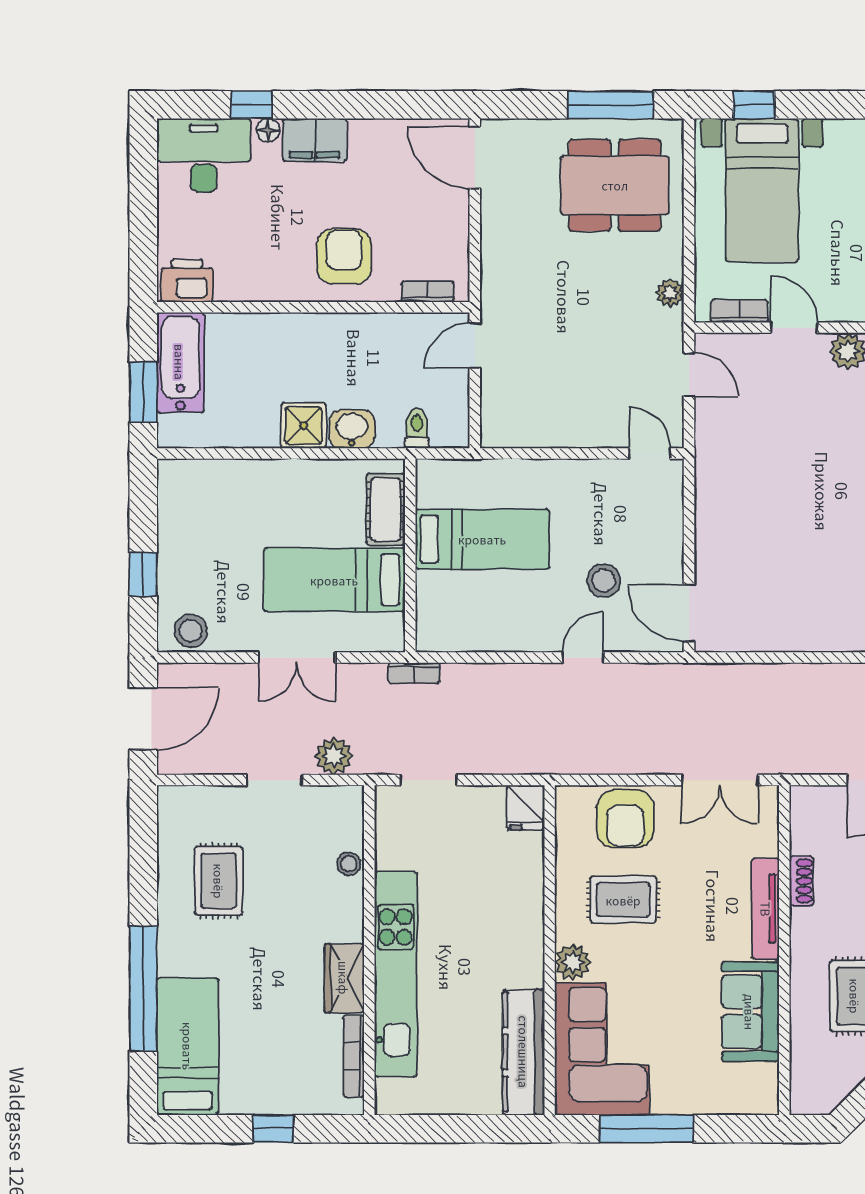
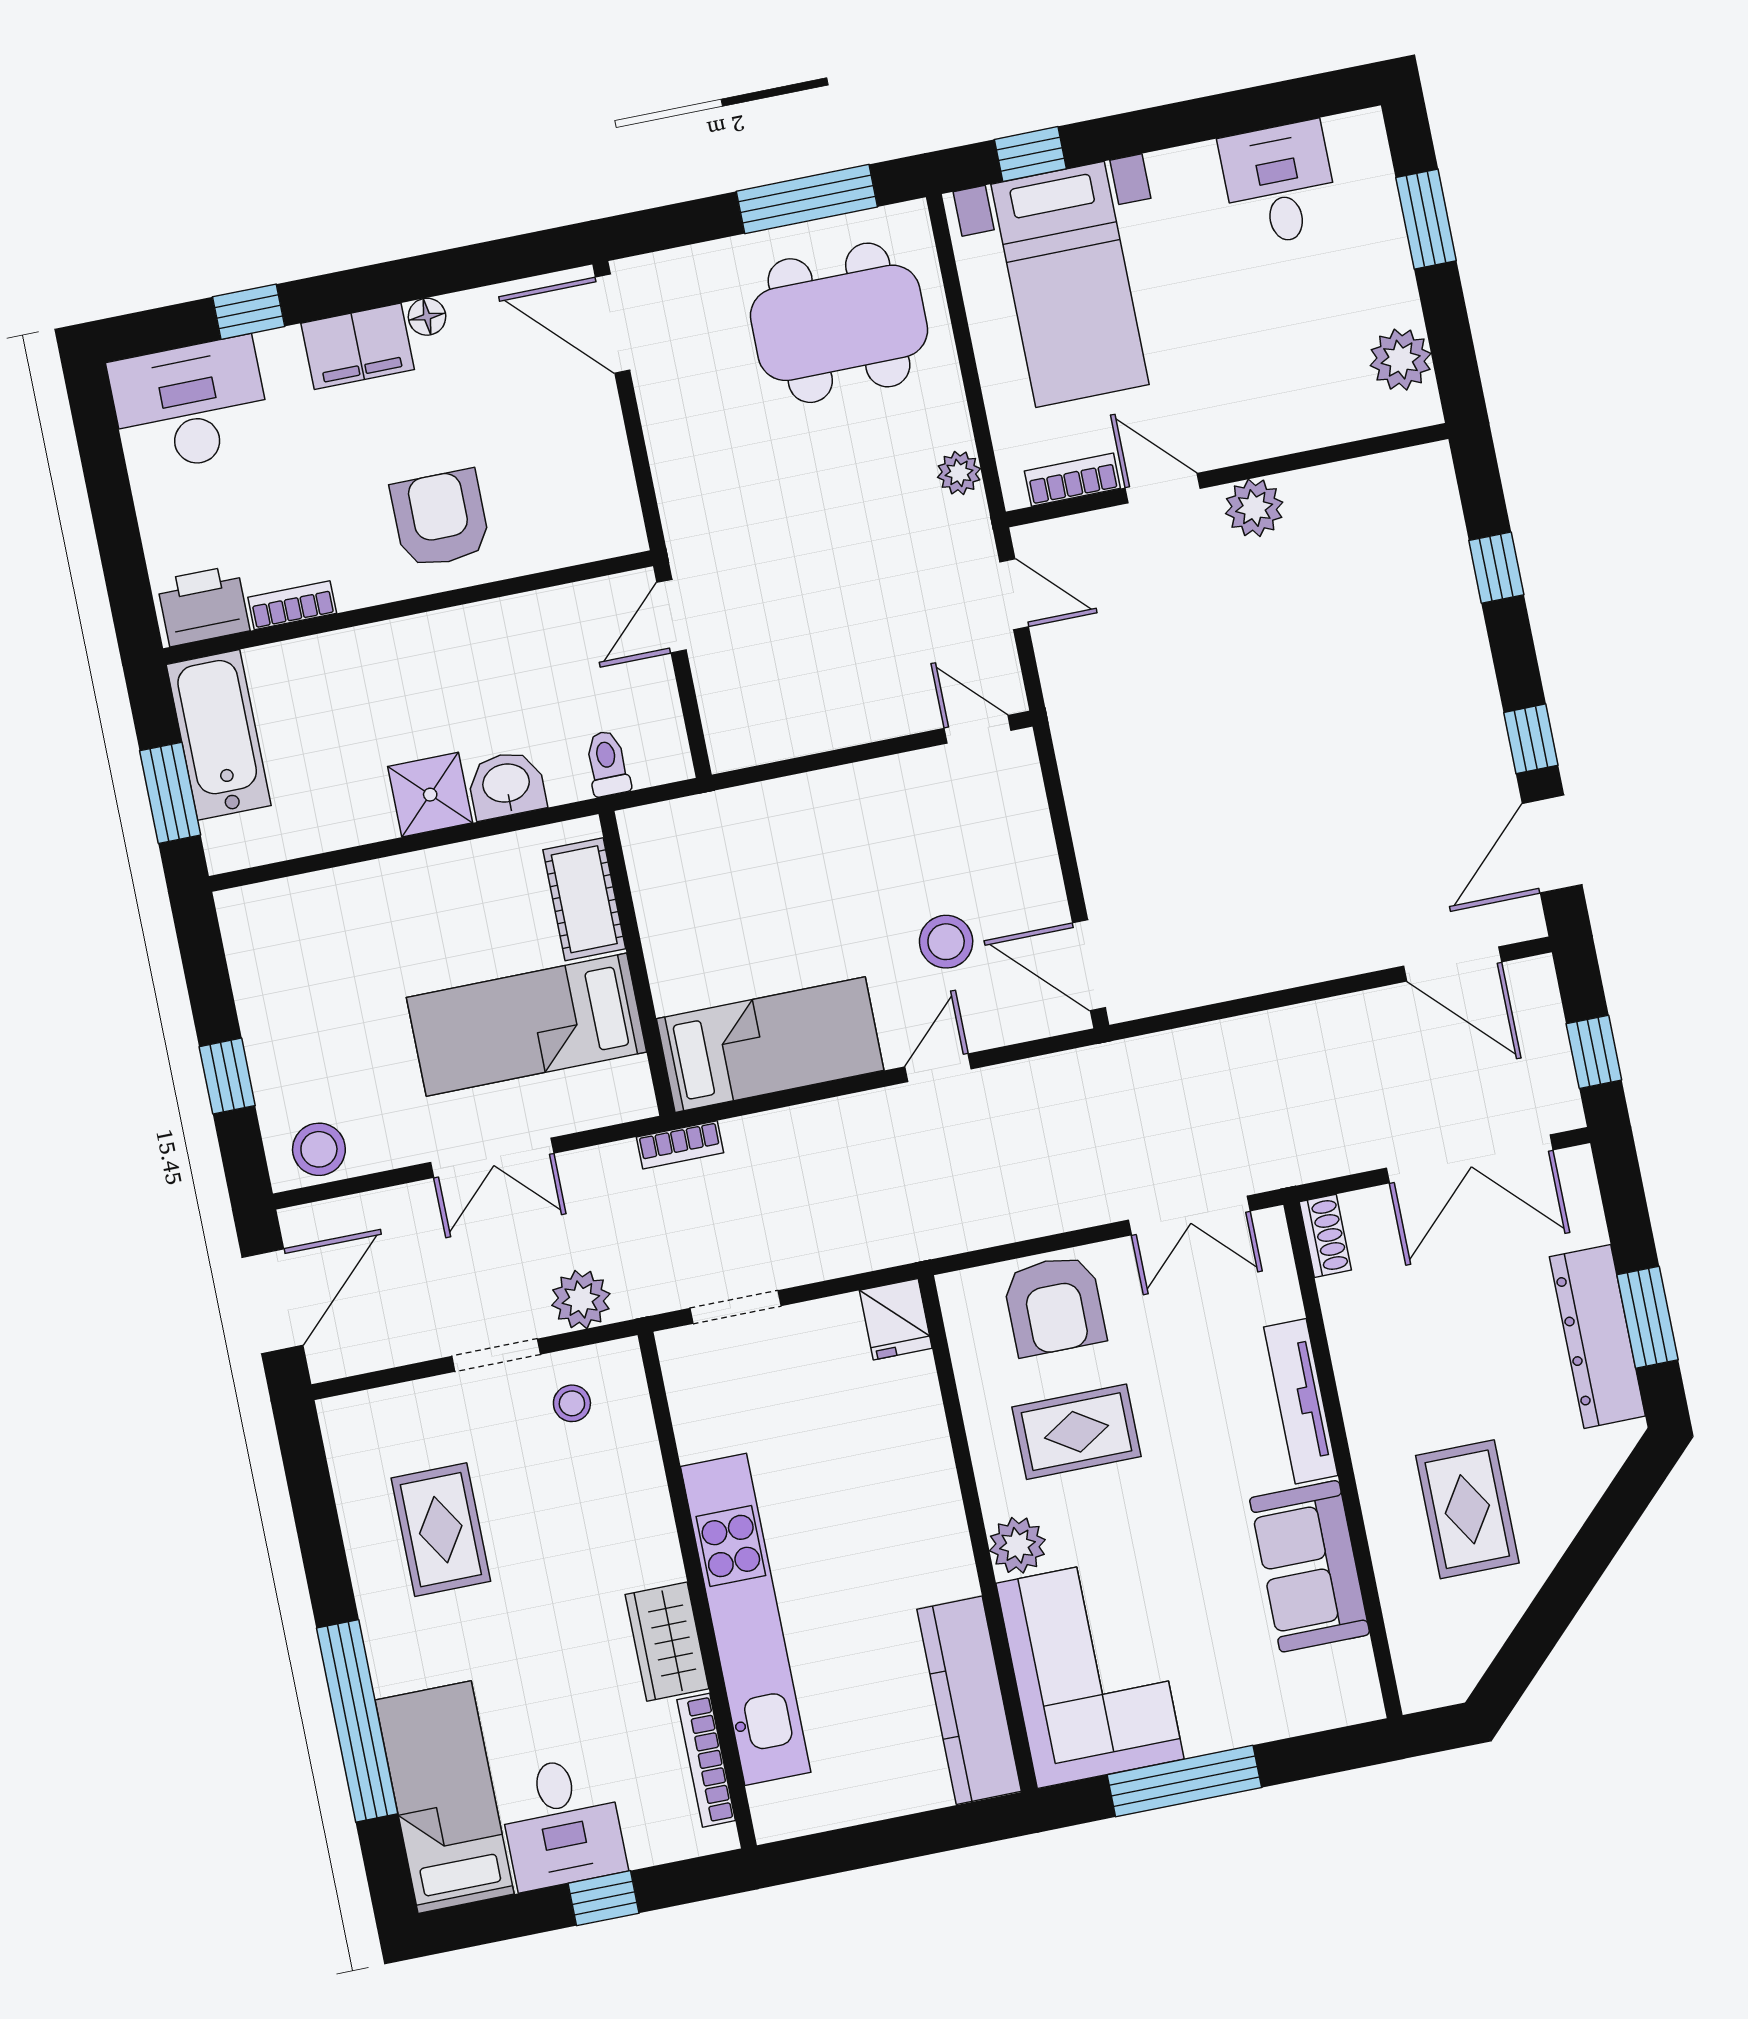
floor lamp: (268, 130) -> (427, 317), moved
bookcase: (428, 292) -> (292, 605), moved
bed: (482, 539) -> (770, 1045), moved
stool: (349, 864) -> (572, 1403), moved
shoe rack: (801, 881) -> (1325, 1236), moved
desk: (257, 1077) -> (562, 1823), added

